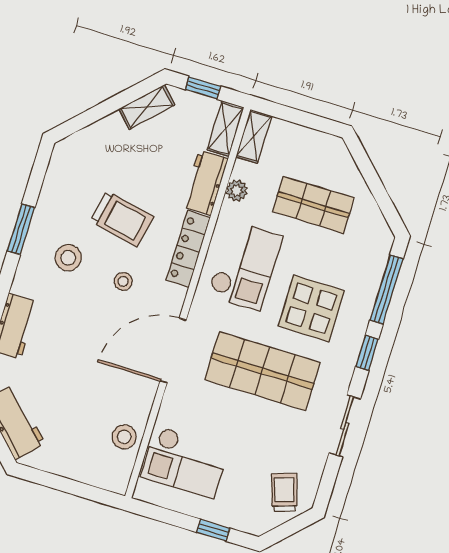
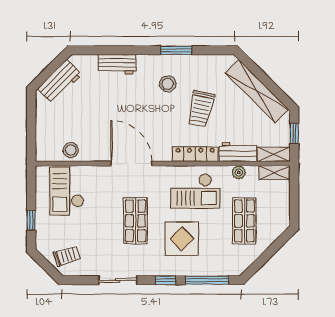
shelving: (147, 107) -> (257, 91), width x2.20, depth x1.33
stool: (123, 281) -> (164, 121), removed
shop shelf: (262, 371) -> (135, 221), width x0.70, depth x0.74

